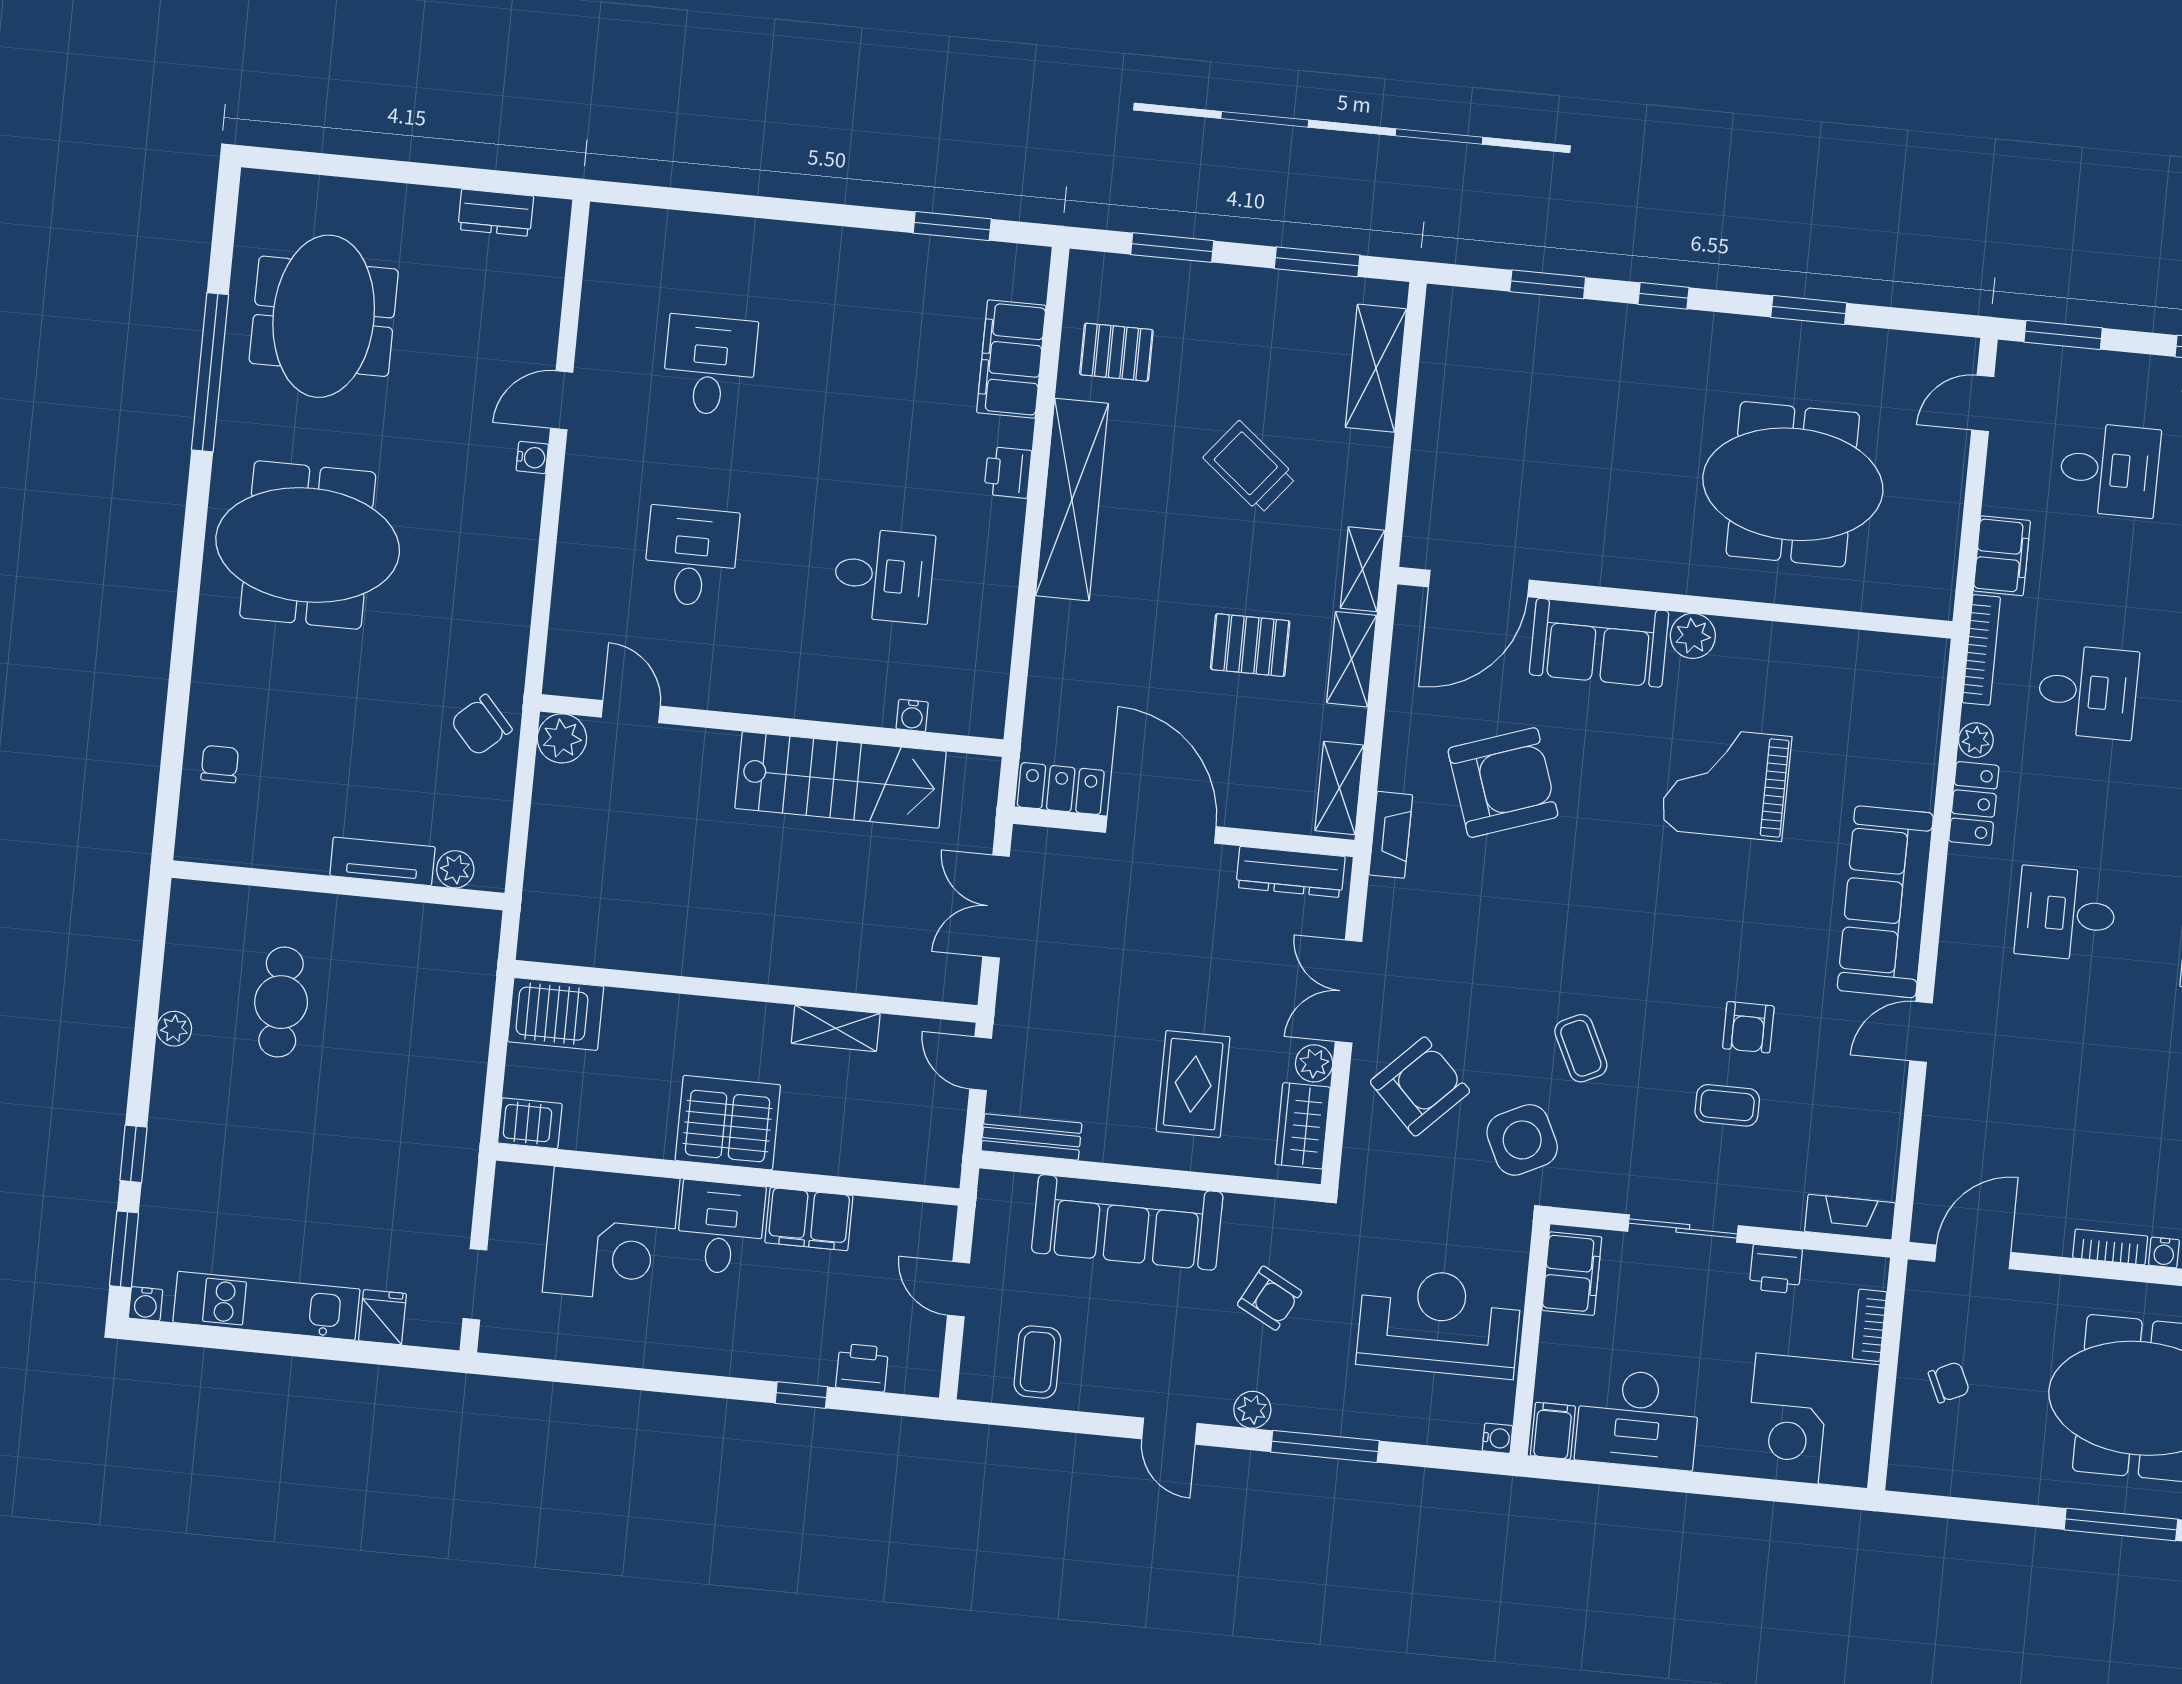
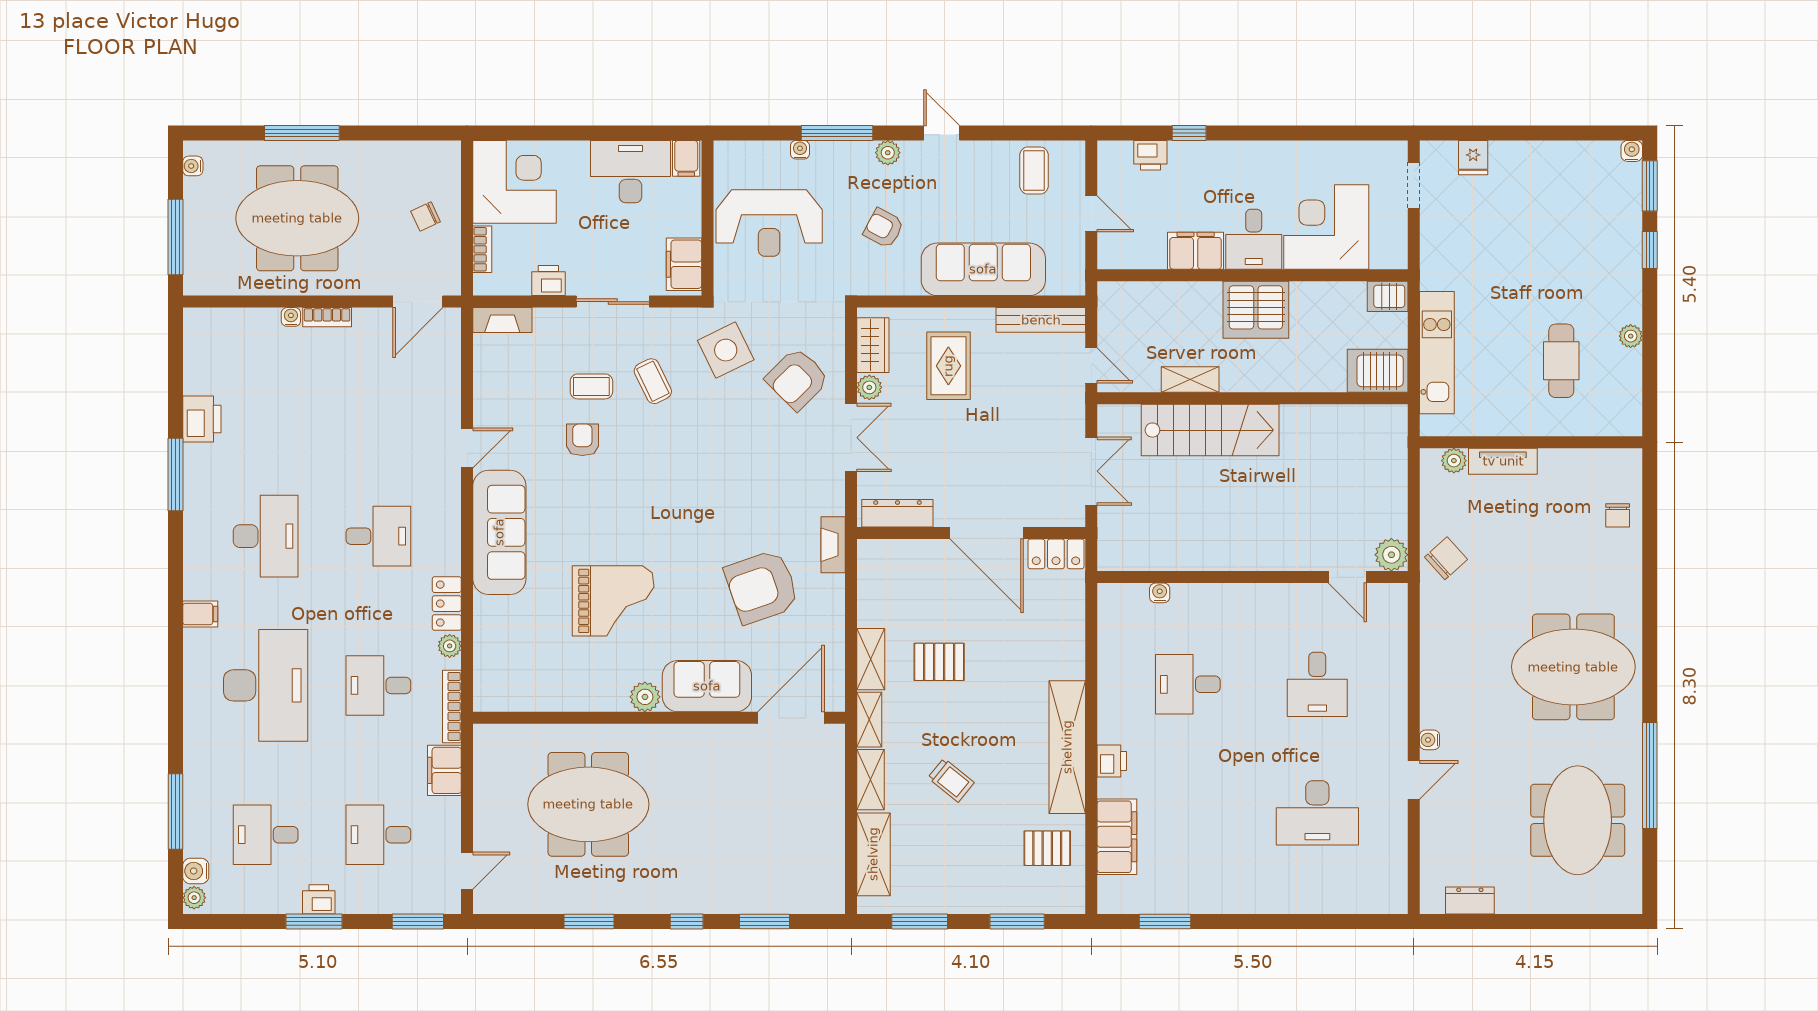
desk: (710, 365) -> (1317, 813), width x1.37
trolley: (1250, 467) -> (951, 780), width x0.73, depth x0.72
stairs: (841, 780) -> (1210, 430), moved, turned 180
shelving: (1339, 788) -> (870, 780), moved
coffee table: (1581, 1048) -> (653, 381), moved
bench: (1031, 1137) -> (1041, 320), width x1.36
kitchen unit: (266, 1306) -> (1437, 353), moved, turned -90
water cooler: (1497, 1438) -> (800, 150), moved, turned 90

